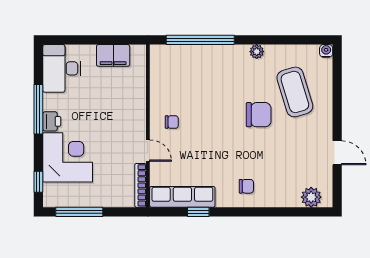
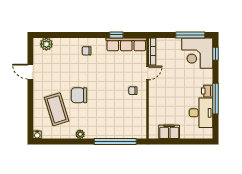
desk: (62, 68) -> (201, 113), moved
door: (148, 151) -> (148, 73), swing flipped
corner desk: (68, 157) -> (197, 53), moved

